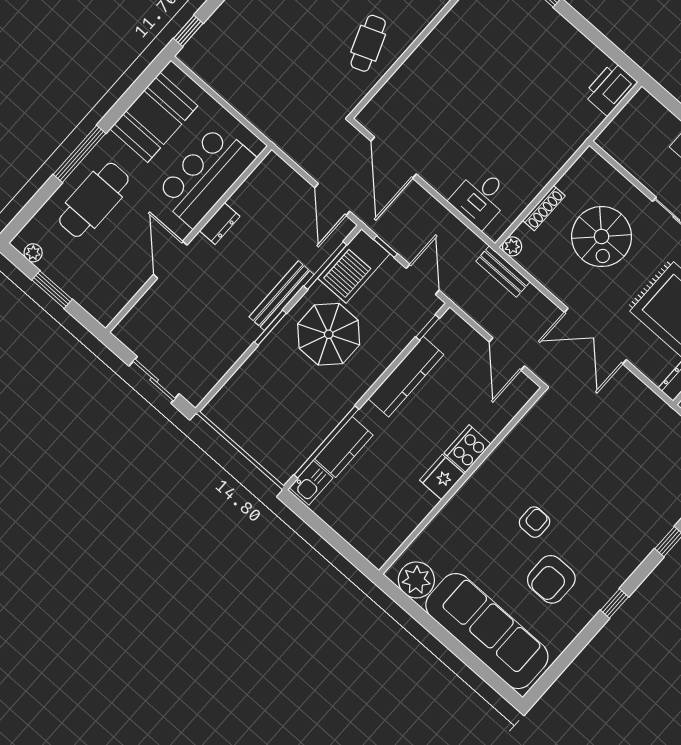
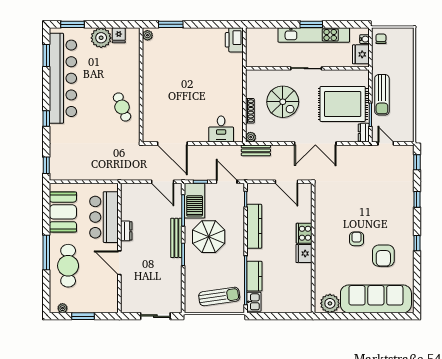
sun lounger: (269, 432) -> (219, 296), added

